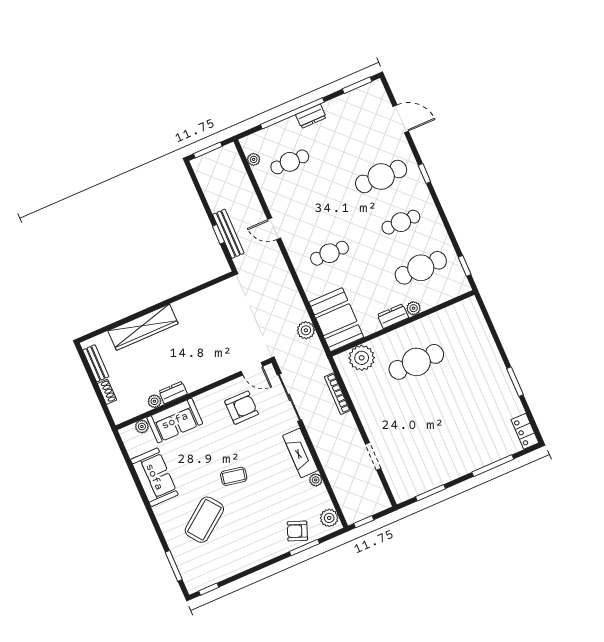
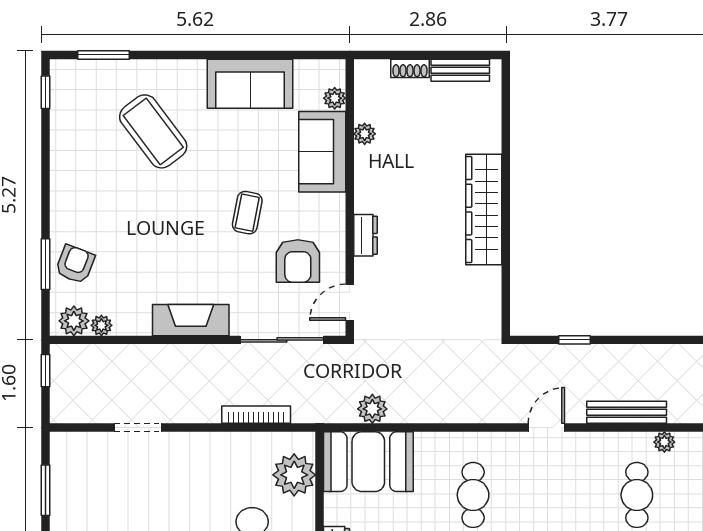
bench: (228, 234) -> (627, 412), moved
wardrobe: (143, 327) -> (484, 210), moved
dresser: (173, 393) -> (365, 235), moved
coffee table: (234, 476) -> (247, 213), moved
plant: (316, 480) -> (101, 325), moved

